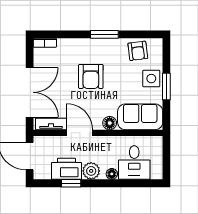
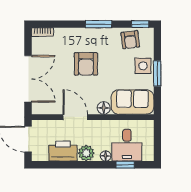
window: (148, 34) -> (140, 24), added
tv unit: (51, 124) -> (48, 109), removed
window: (71, 183) -> (125, 165), moved

